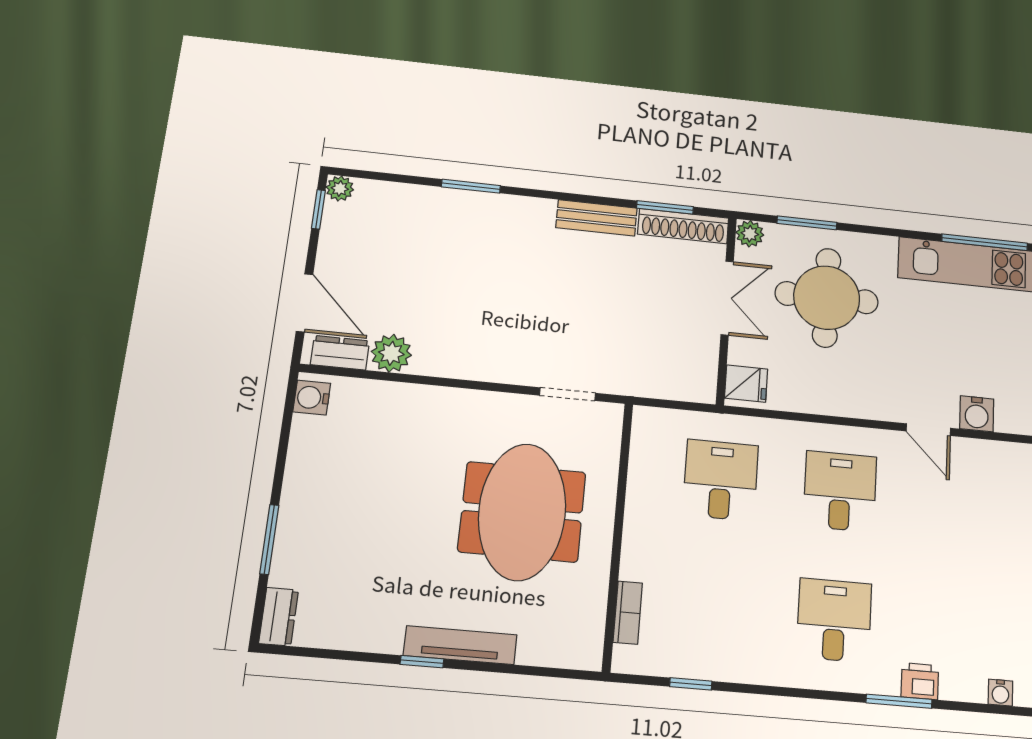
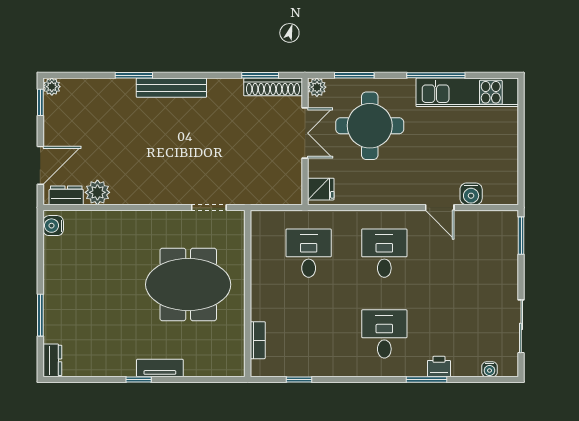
bench: (597, 218) -> (171, 88), moved, width x1.36
window: (985, 242) -> (436, 75), moved
door: (304, 303) -> (40, 165), hinge flipped
meeting table: (522, 512) -> (188, 285), turned 90
tv unit: (460, 645) -> (160, 368), width x0.71

